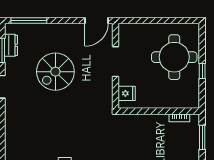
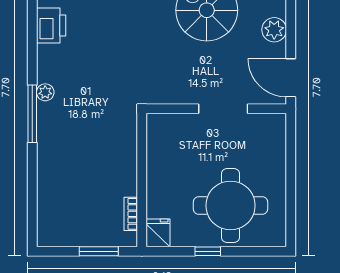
plant: (67, 31) -> (274, 30), added
fridge: (127, 93) -> (158, 233), moved, turned 180

